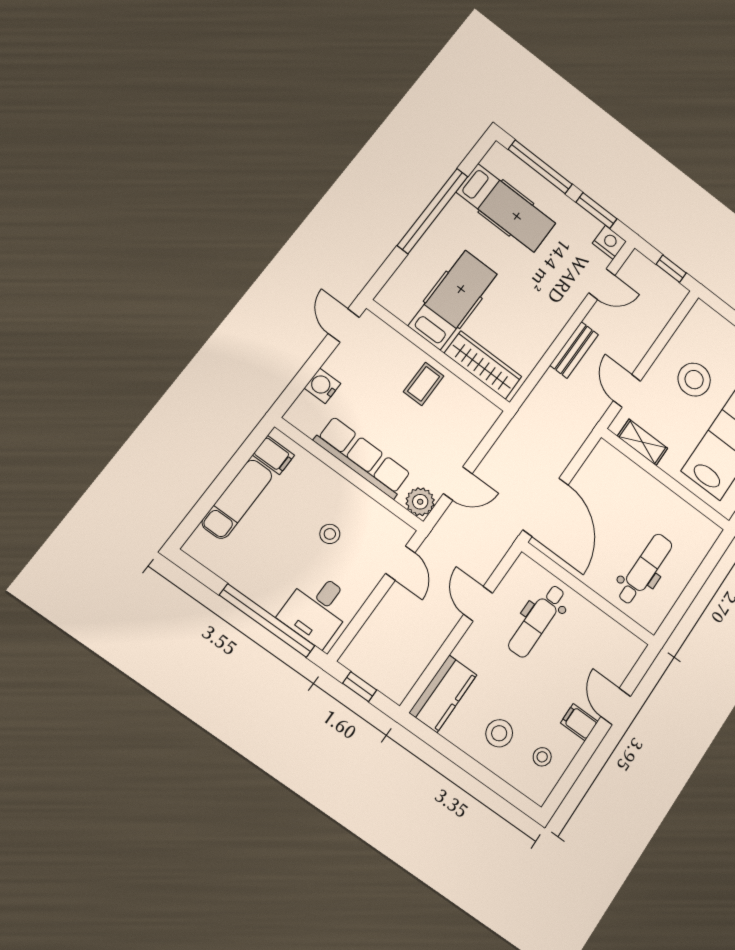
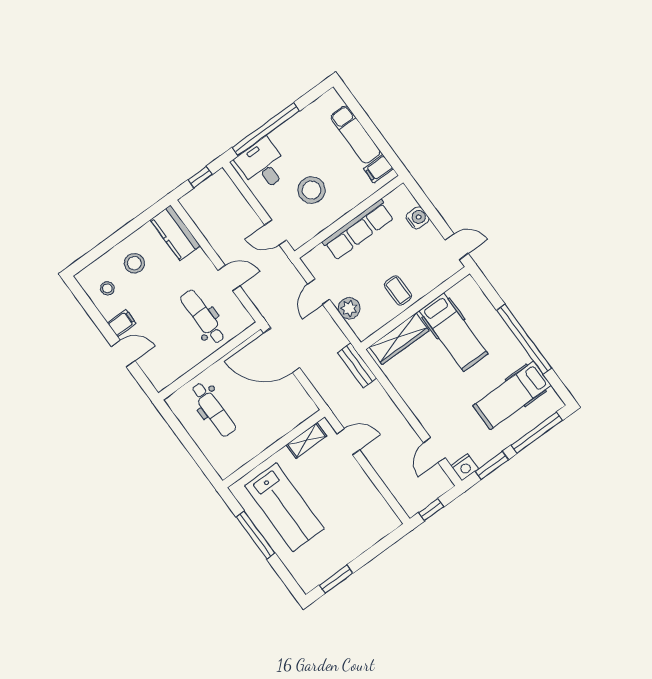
bench: (574, 350) -> (357, 365), moved
stool: (694, 380) -> (341, 498), removed
plant: (420, 502) -> (349, 308), moved
stool: (330, 534) -> (312, 190), width x1.89, depth x1.89

